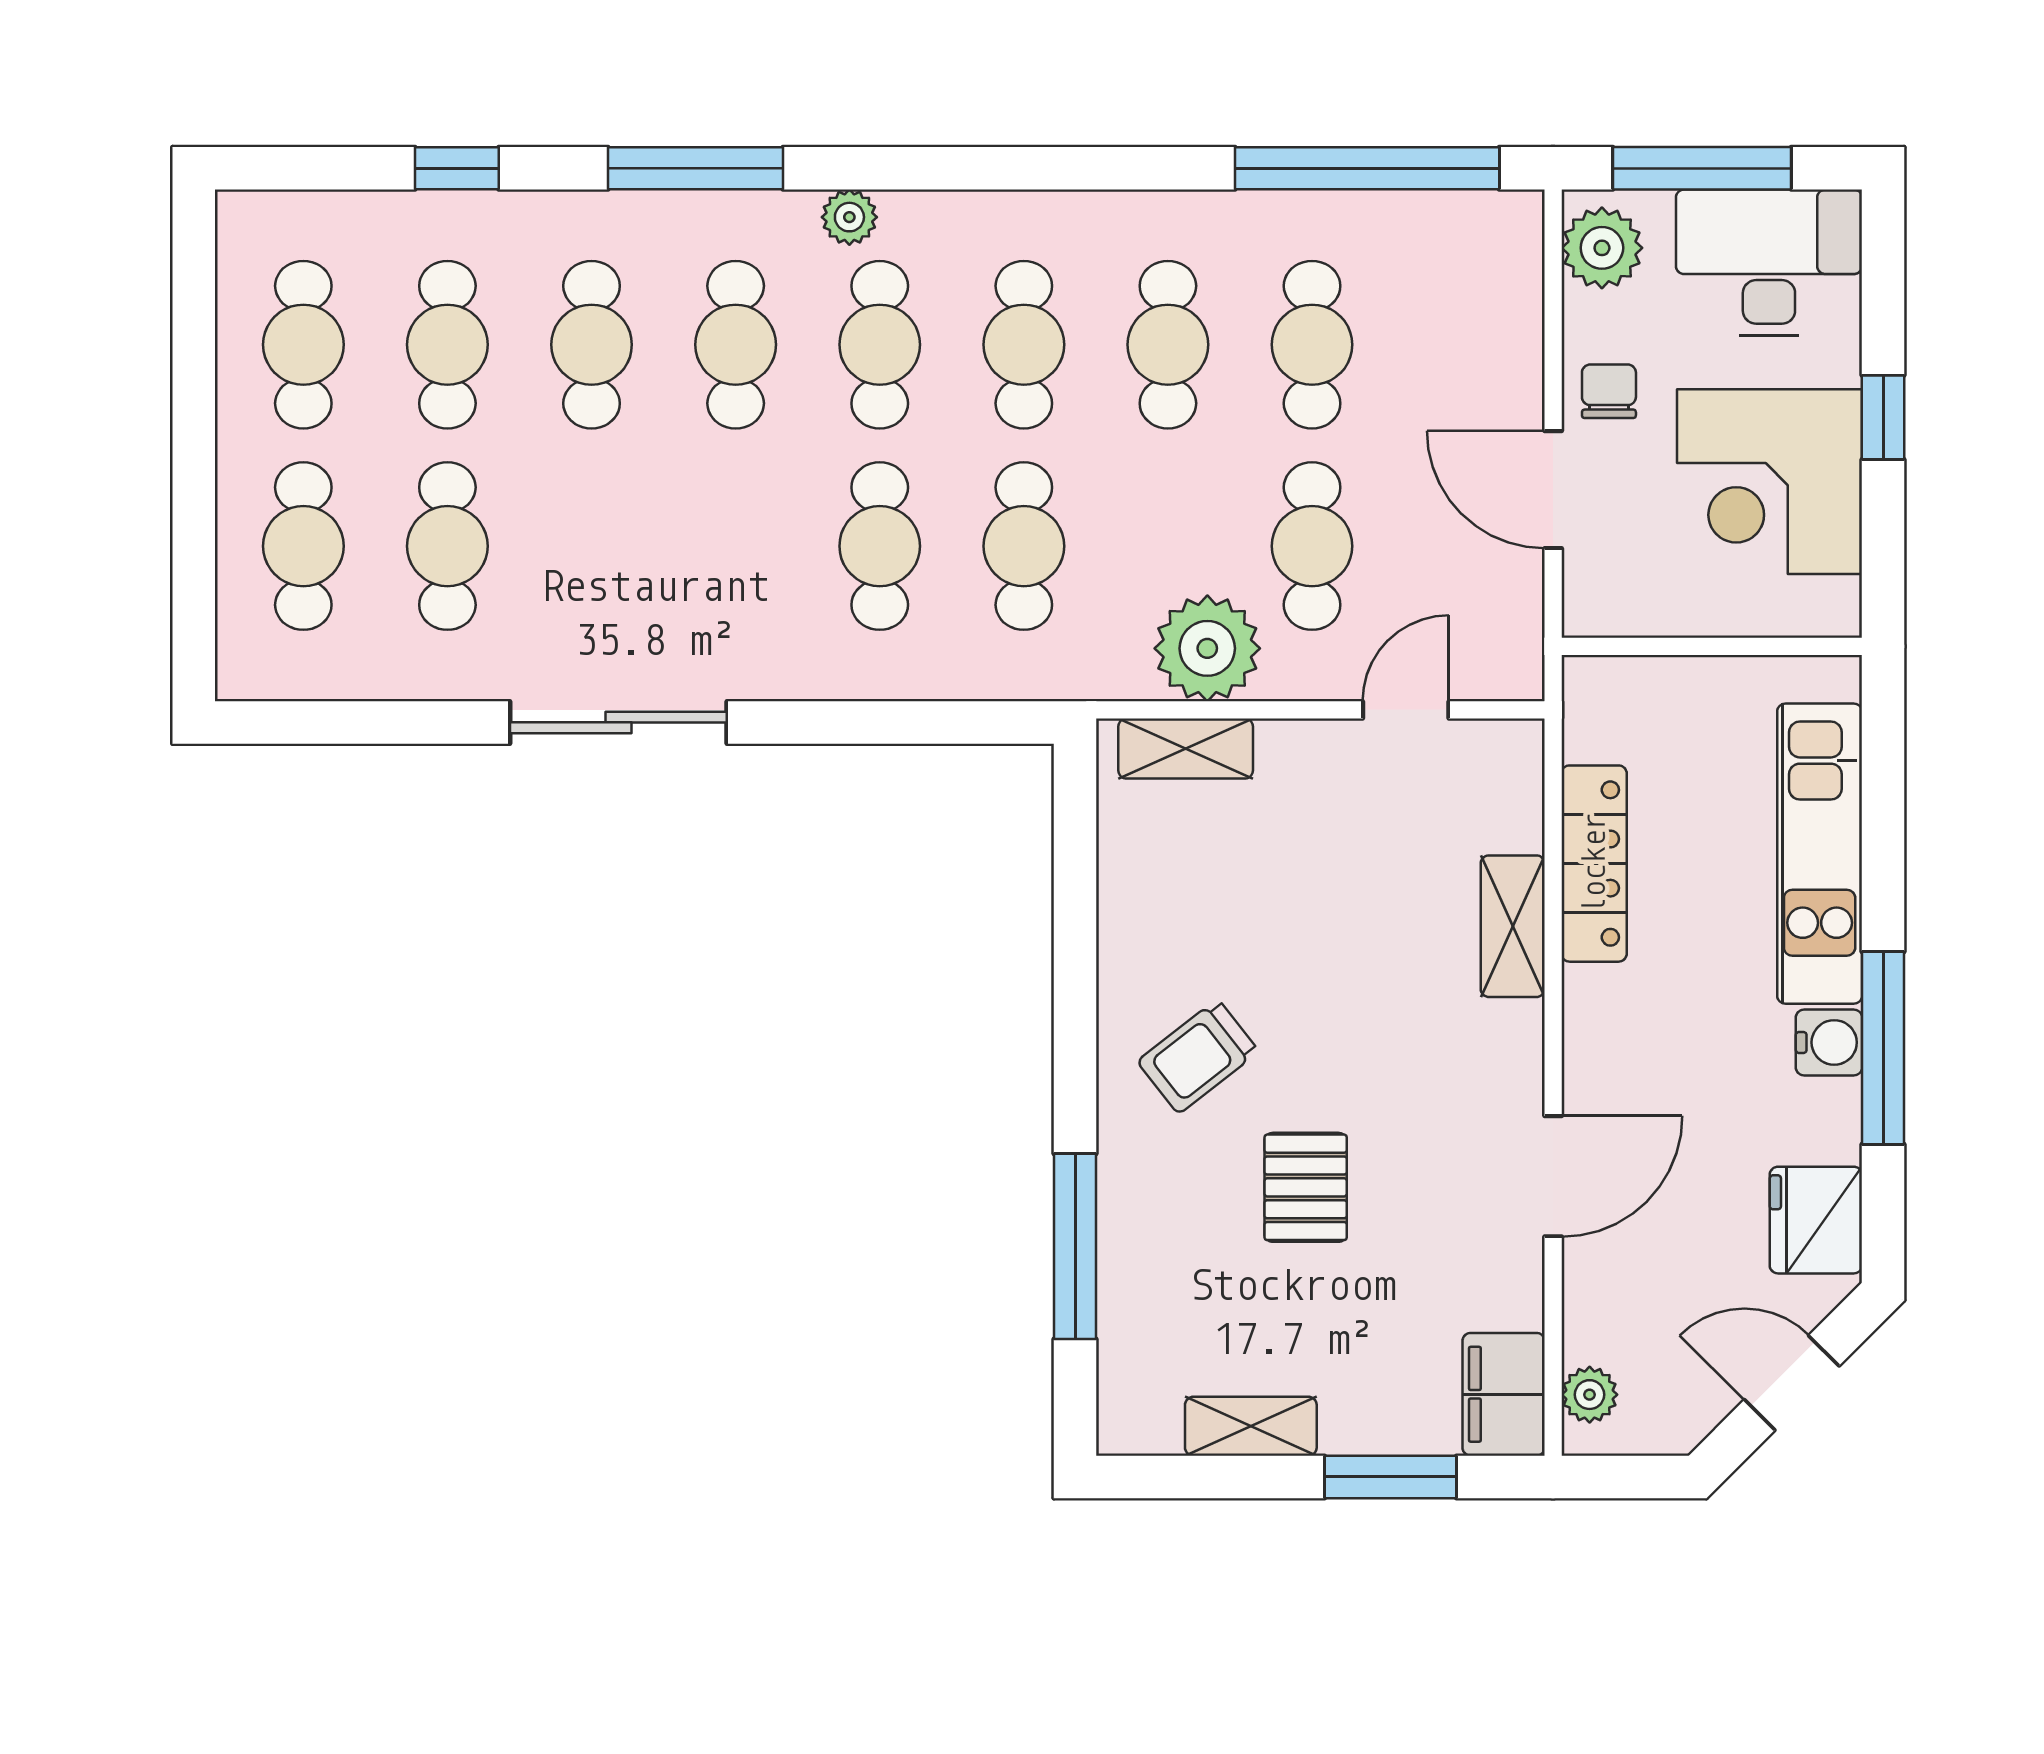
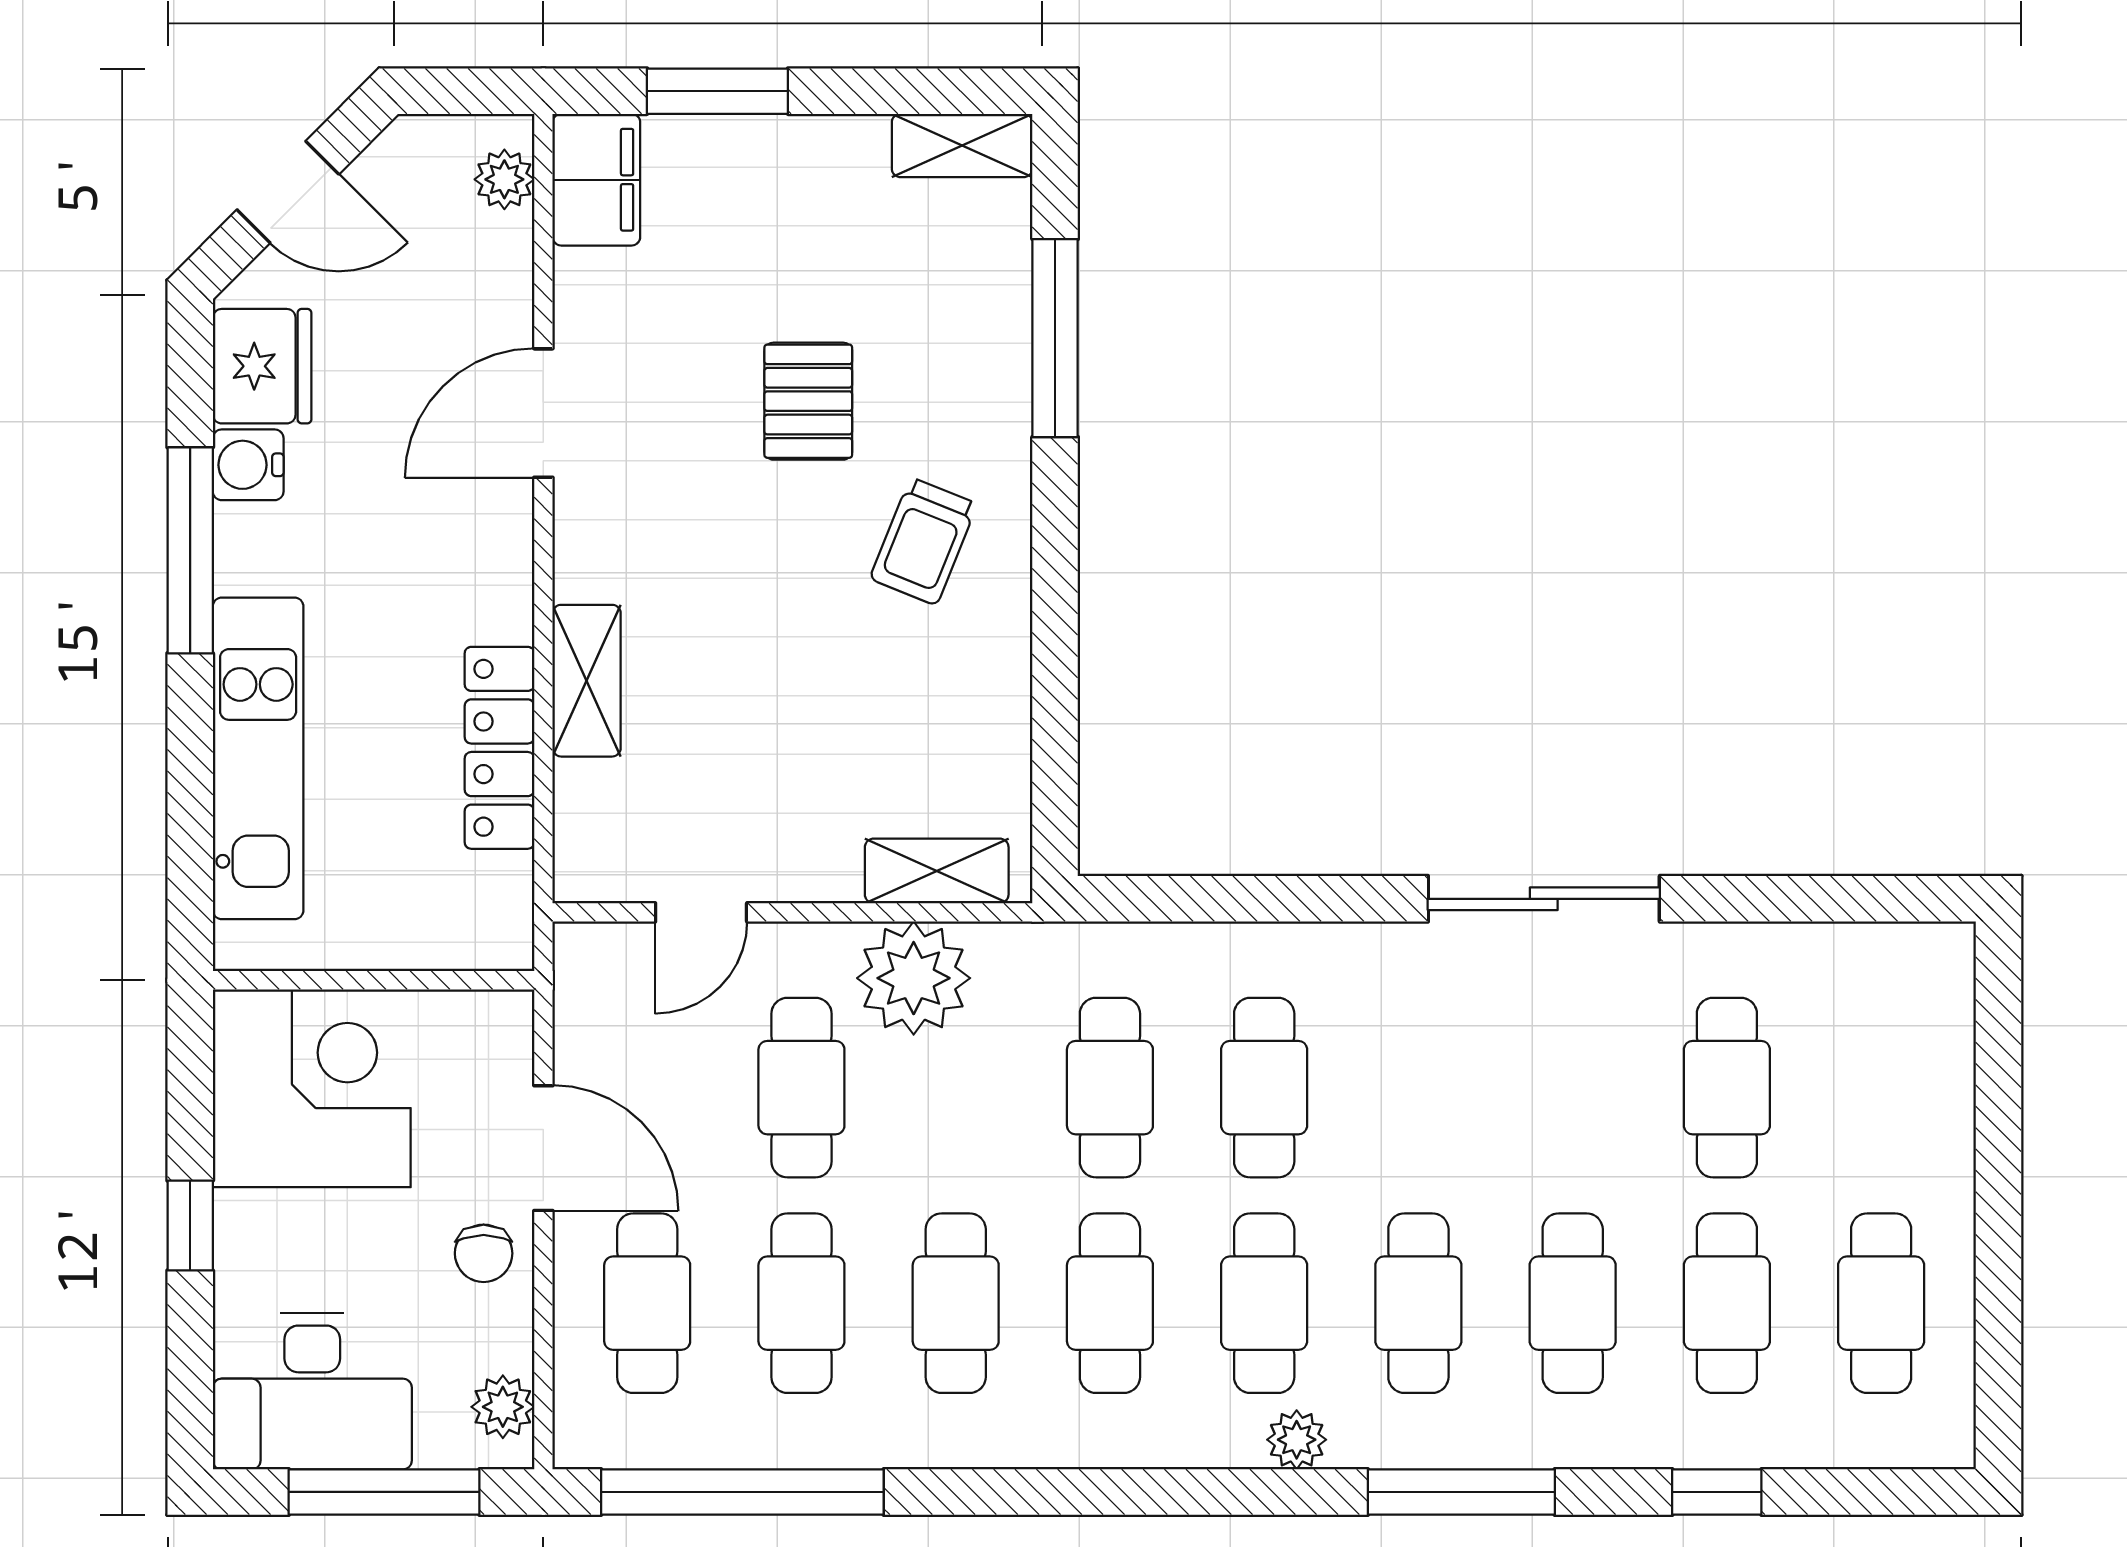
plant: (1602, 248) -> (503, 1407), width x0.73, depth x0.73
corner desk: (1769, 482) -> (312, 1088), moved
cafe table: (303, 546) -> (647, 1303), moved
water cooler: (1829, 1042) -> (248, 465), moved
trolley: (1198, 1056) -> (924, 541), turned 150
shelving: (1251, 1426) -> (962, 145), moved

